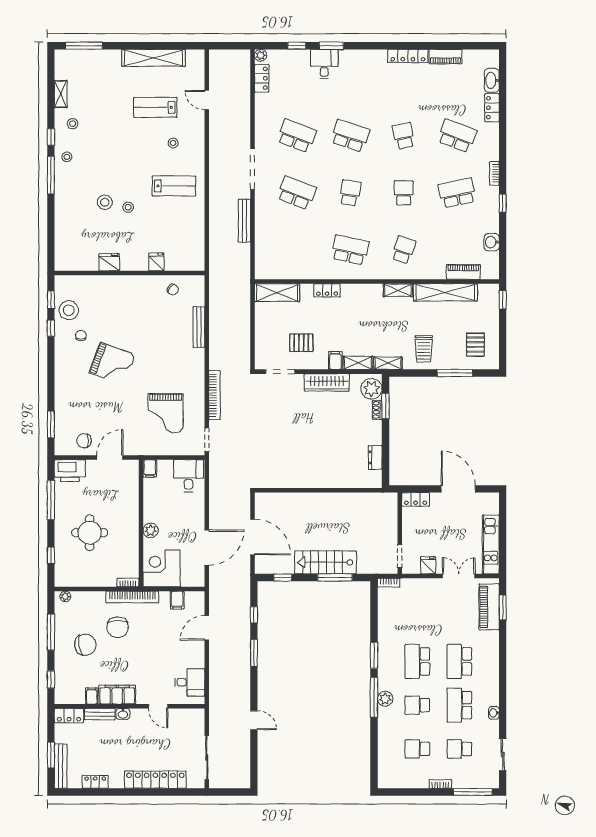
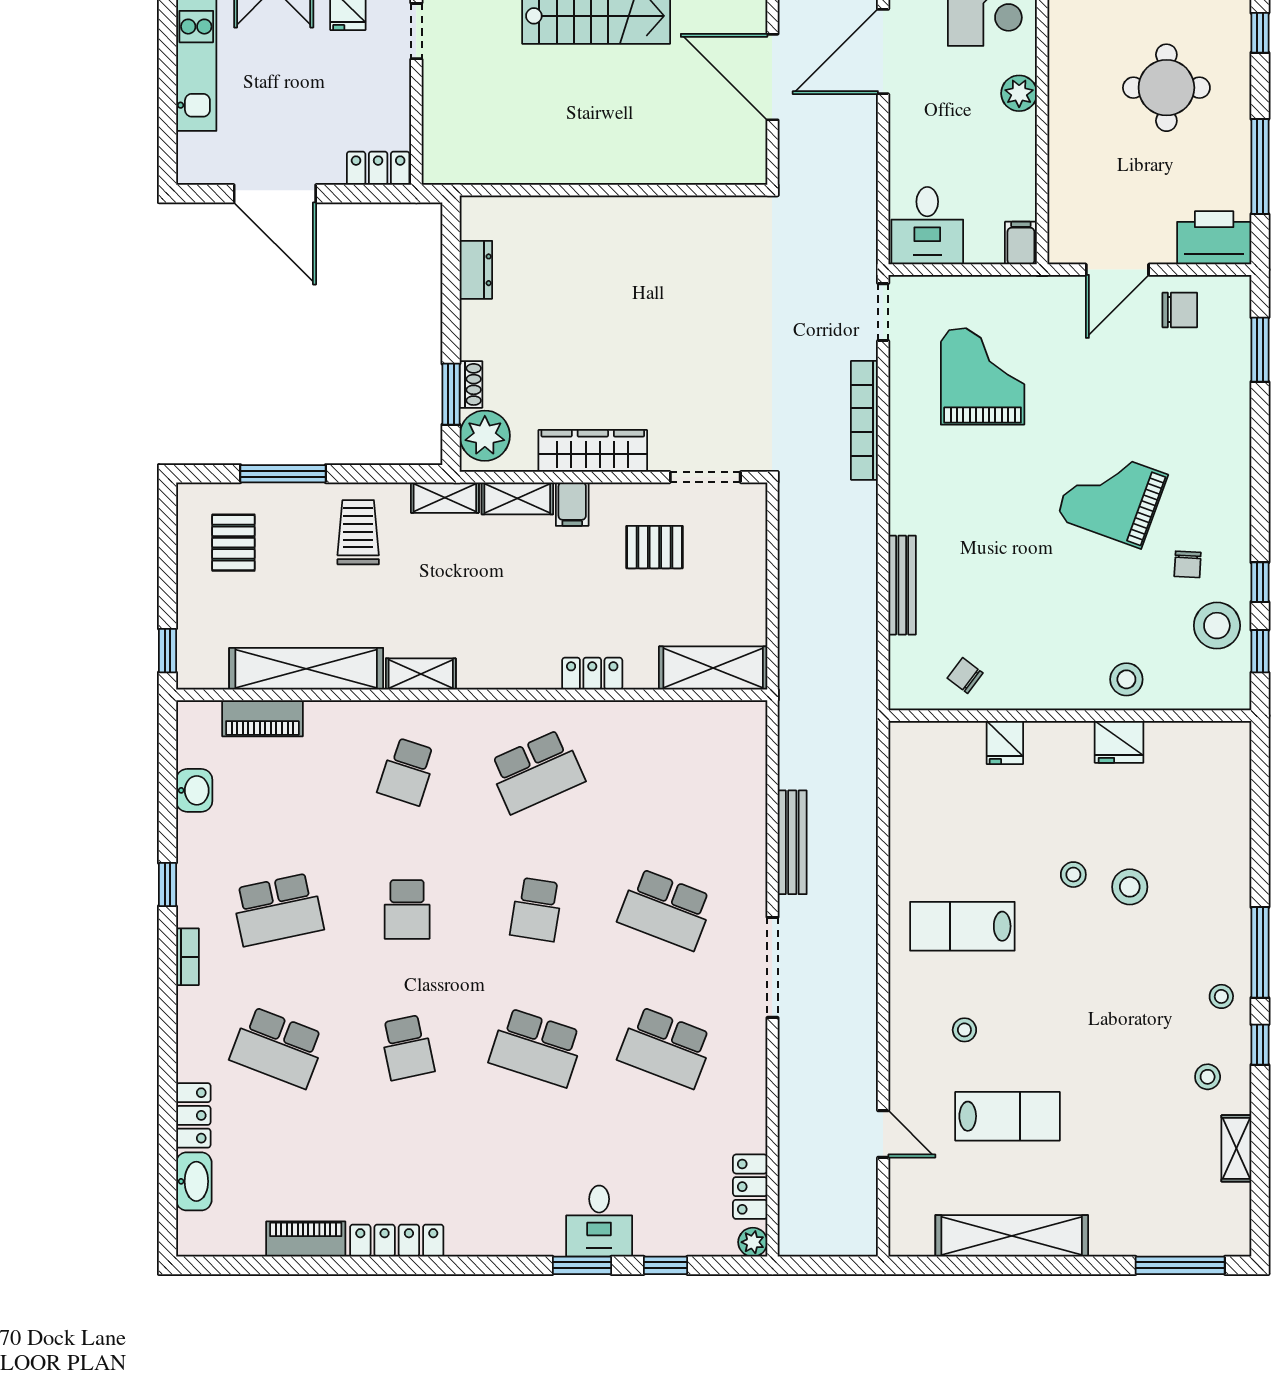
school desk: (350, 250) -> (536, 771), turned -36
stool: (106, 288) -> (1126, 679), added

